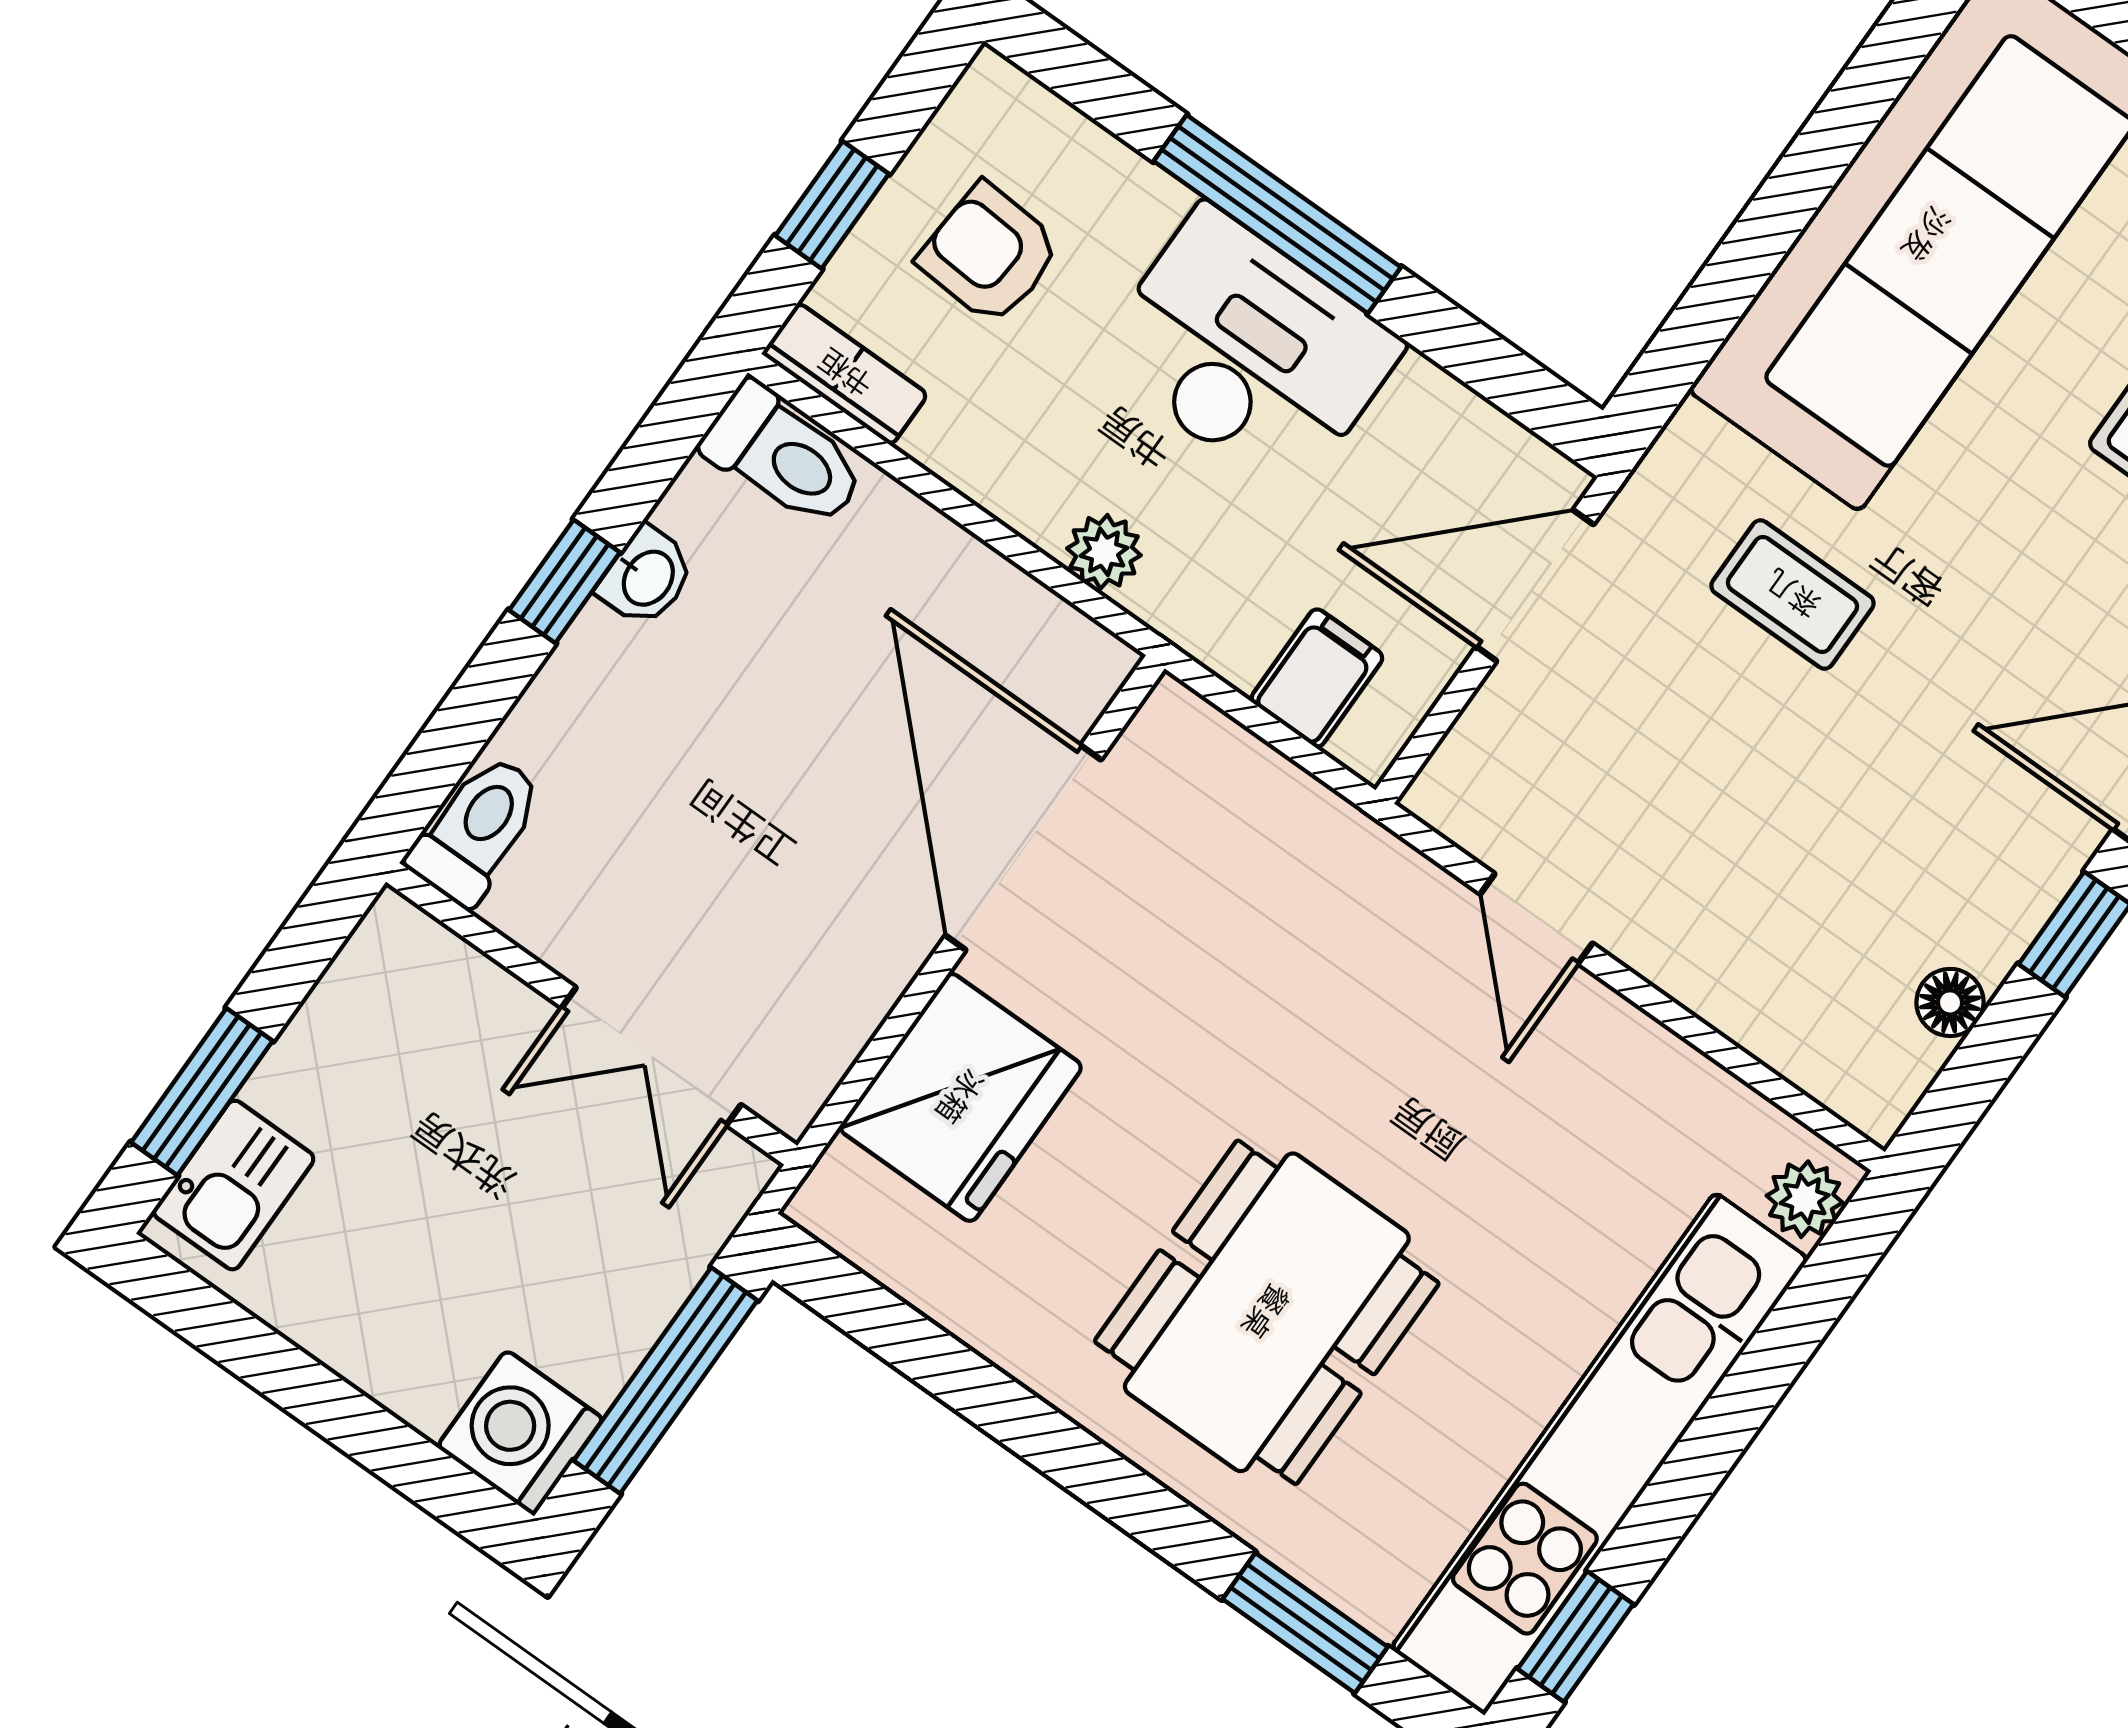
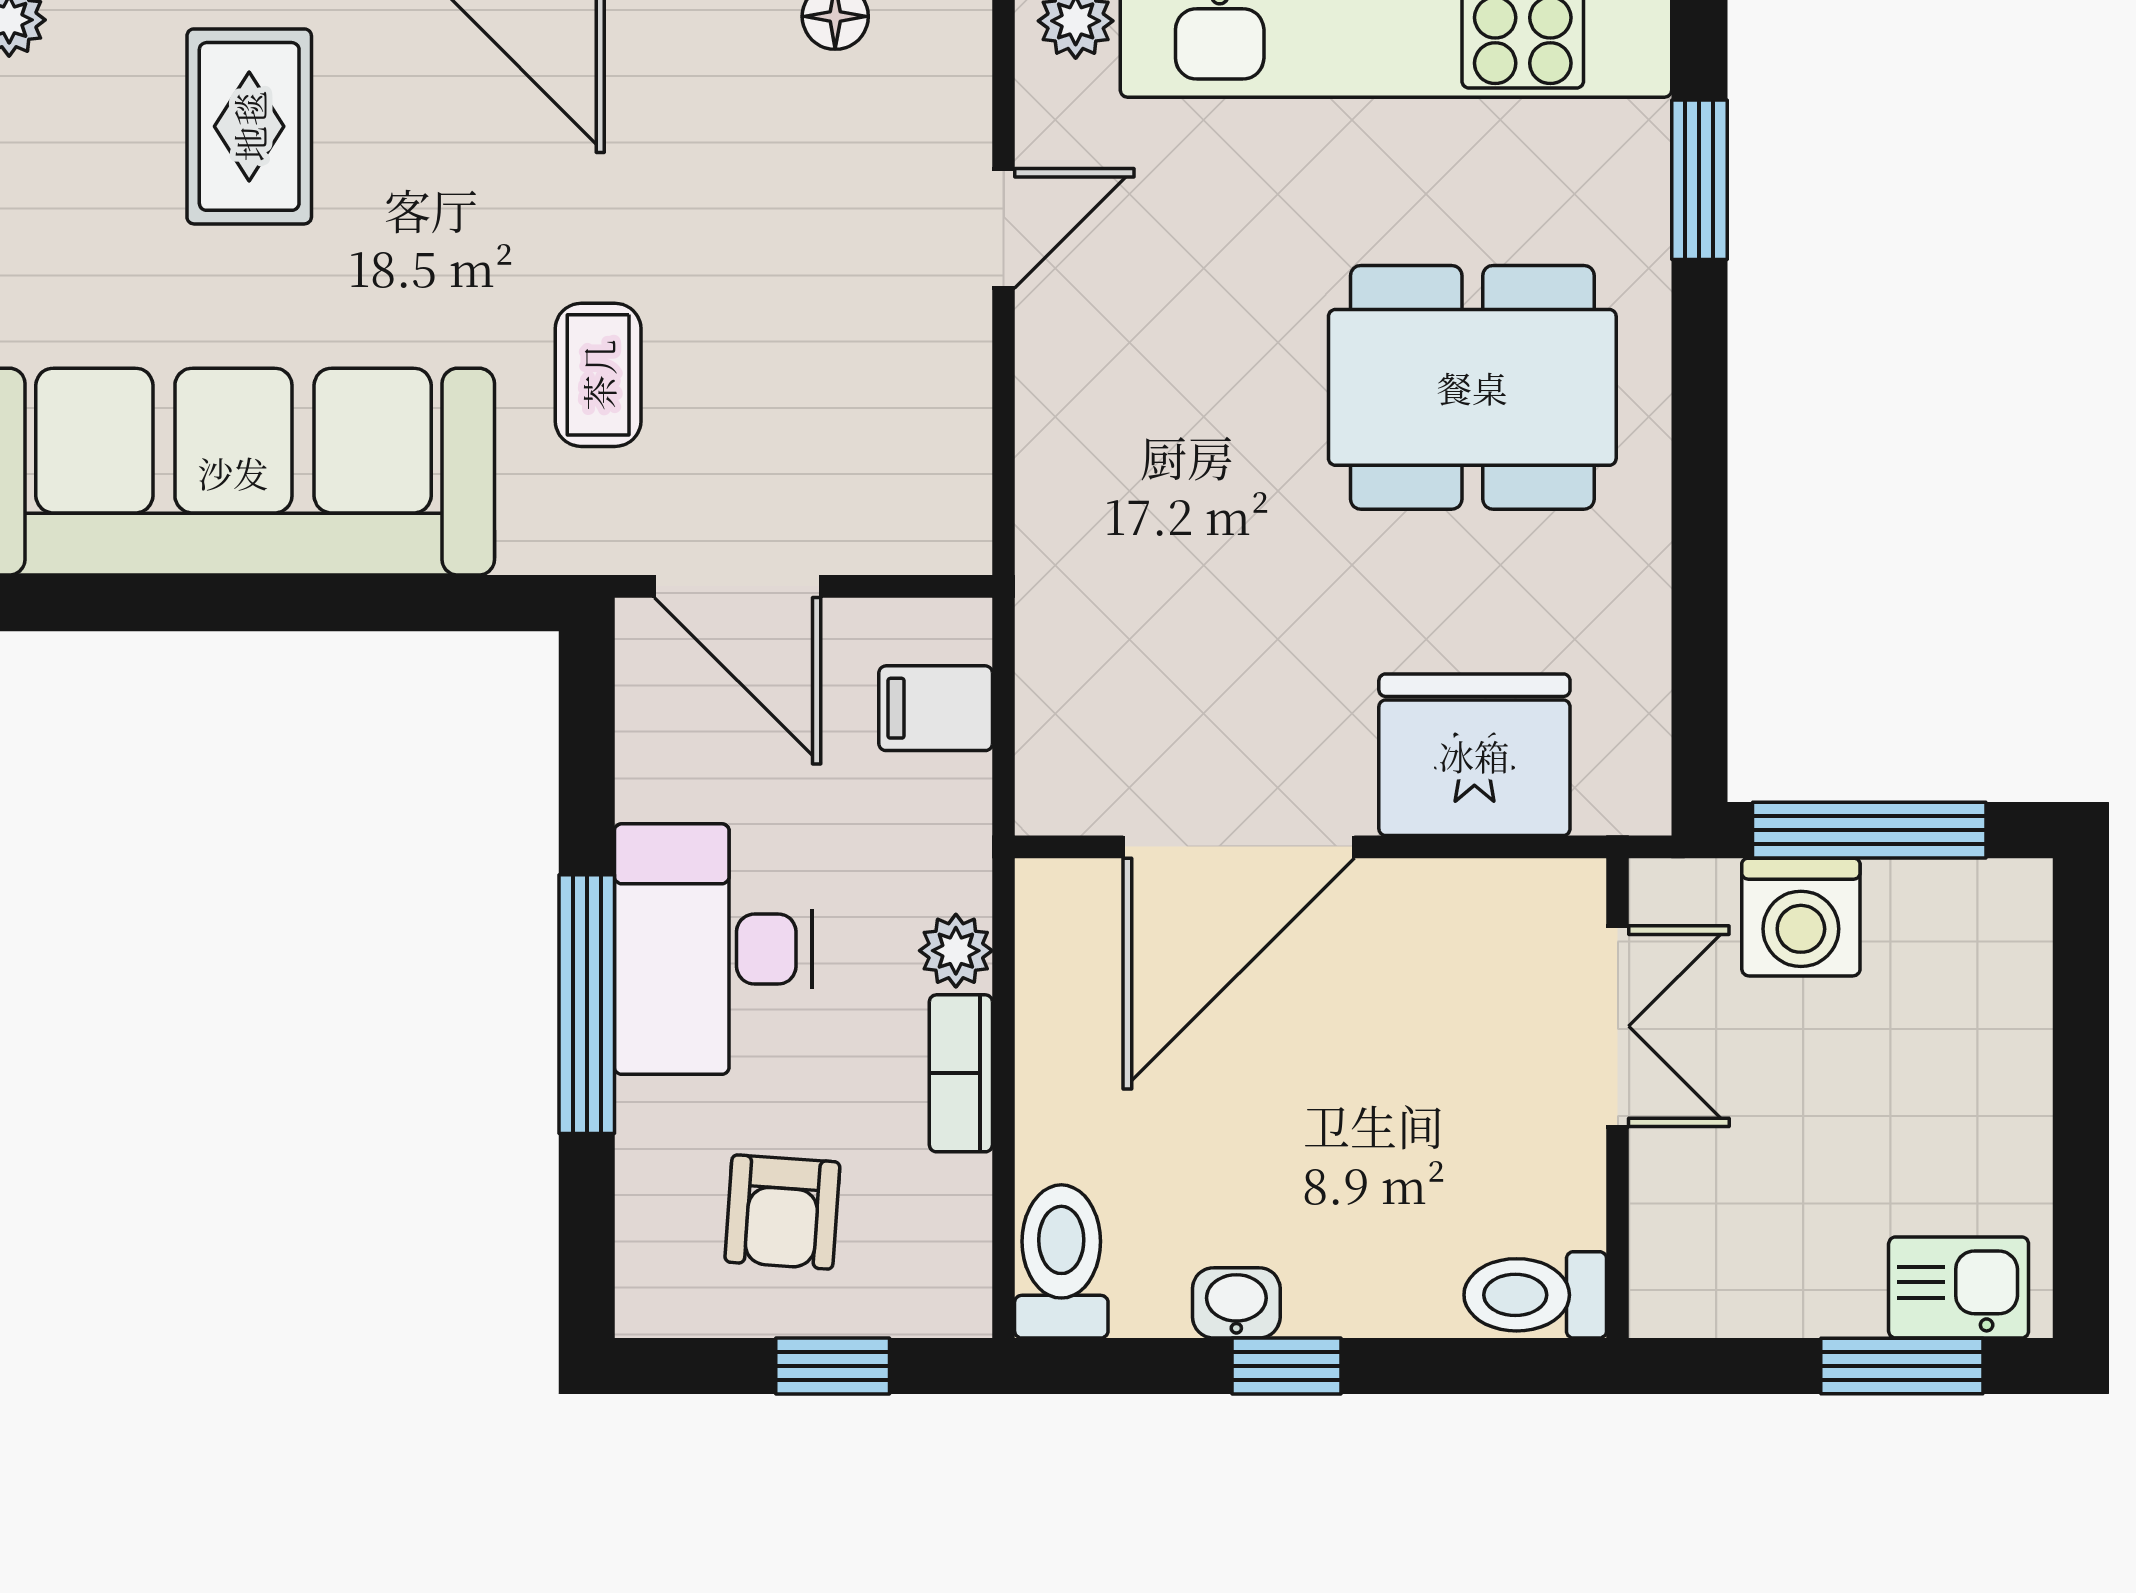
bookcase: (845, 374) -> (961, 1073), moved
door: (1536, 919) -> (1004, 228), moved
washing machine: (520, 1433) -> (1801, 917), moved

